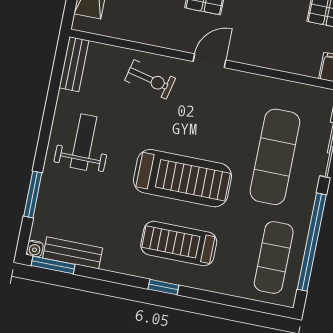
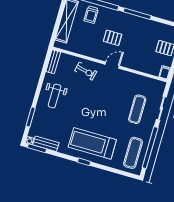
weight bench: (84, 142) -> (55, 96), turned 180
exercise mat: (275, 157) -> (137, 109), width x0.73, depth x0.69
treadmill: (183, 178) -> (96, 115), removed
treadmill: (179, 243) -> (92, 143), width x1.37, depth x1.38

